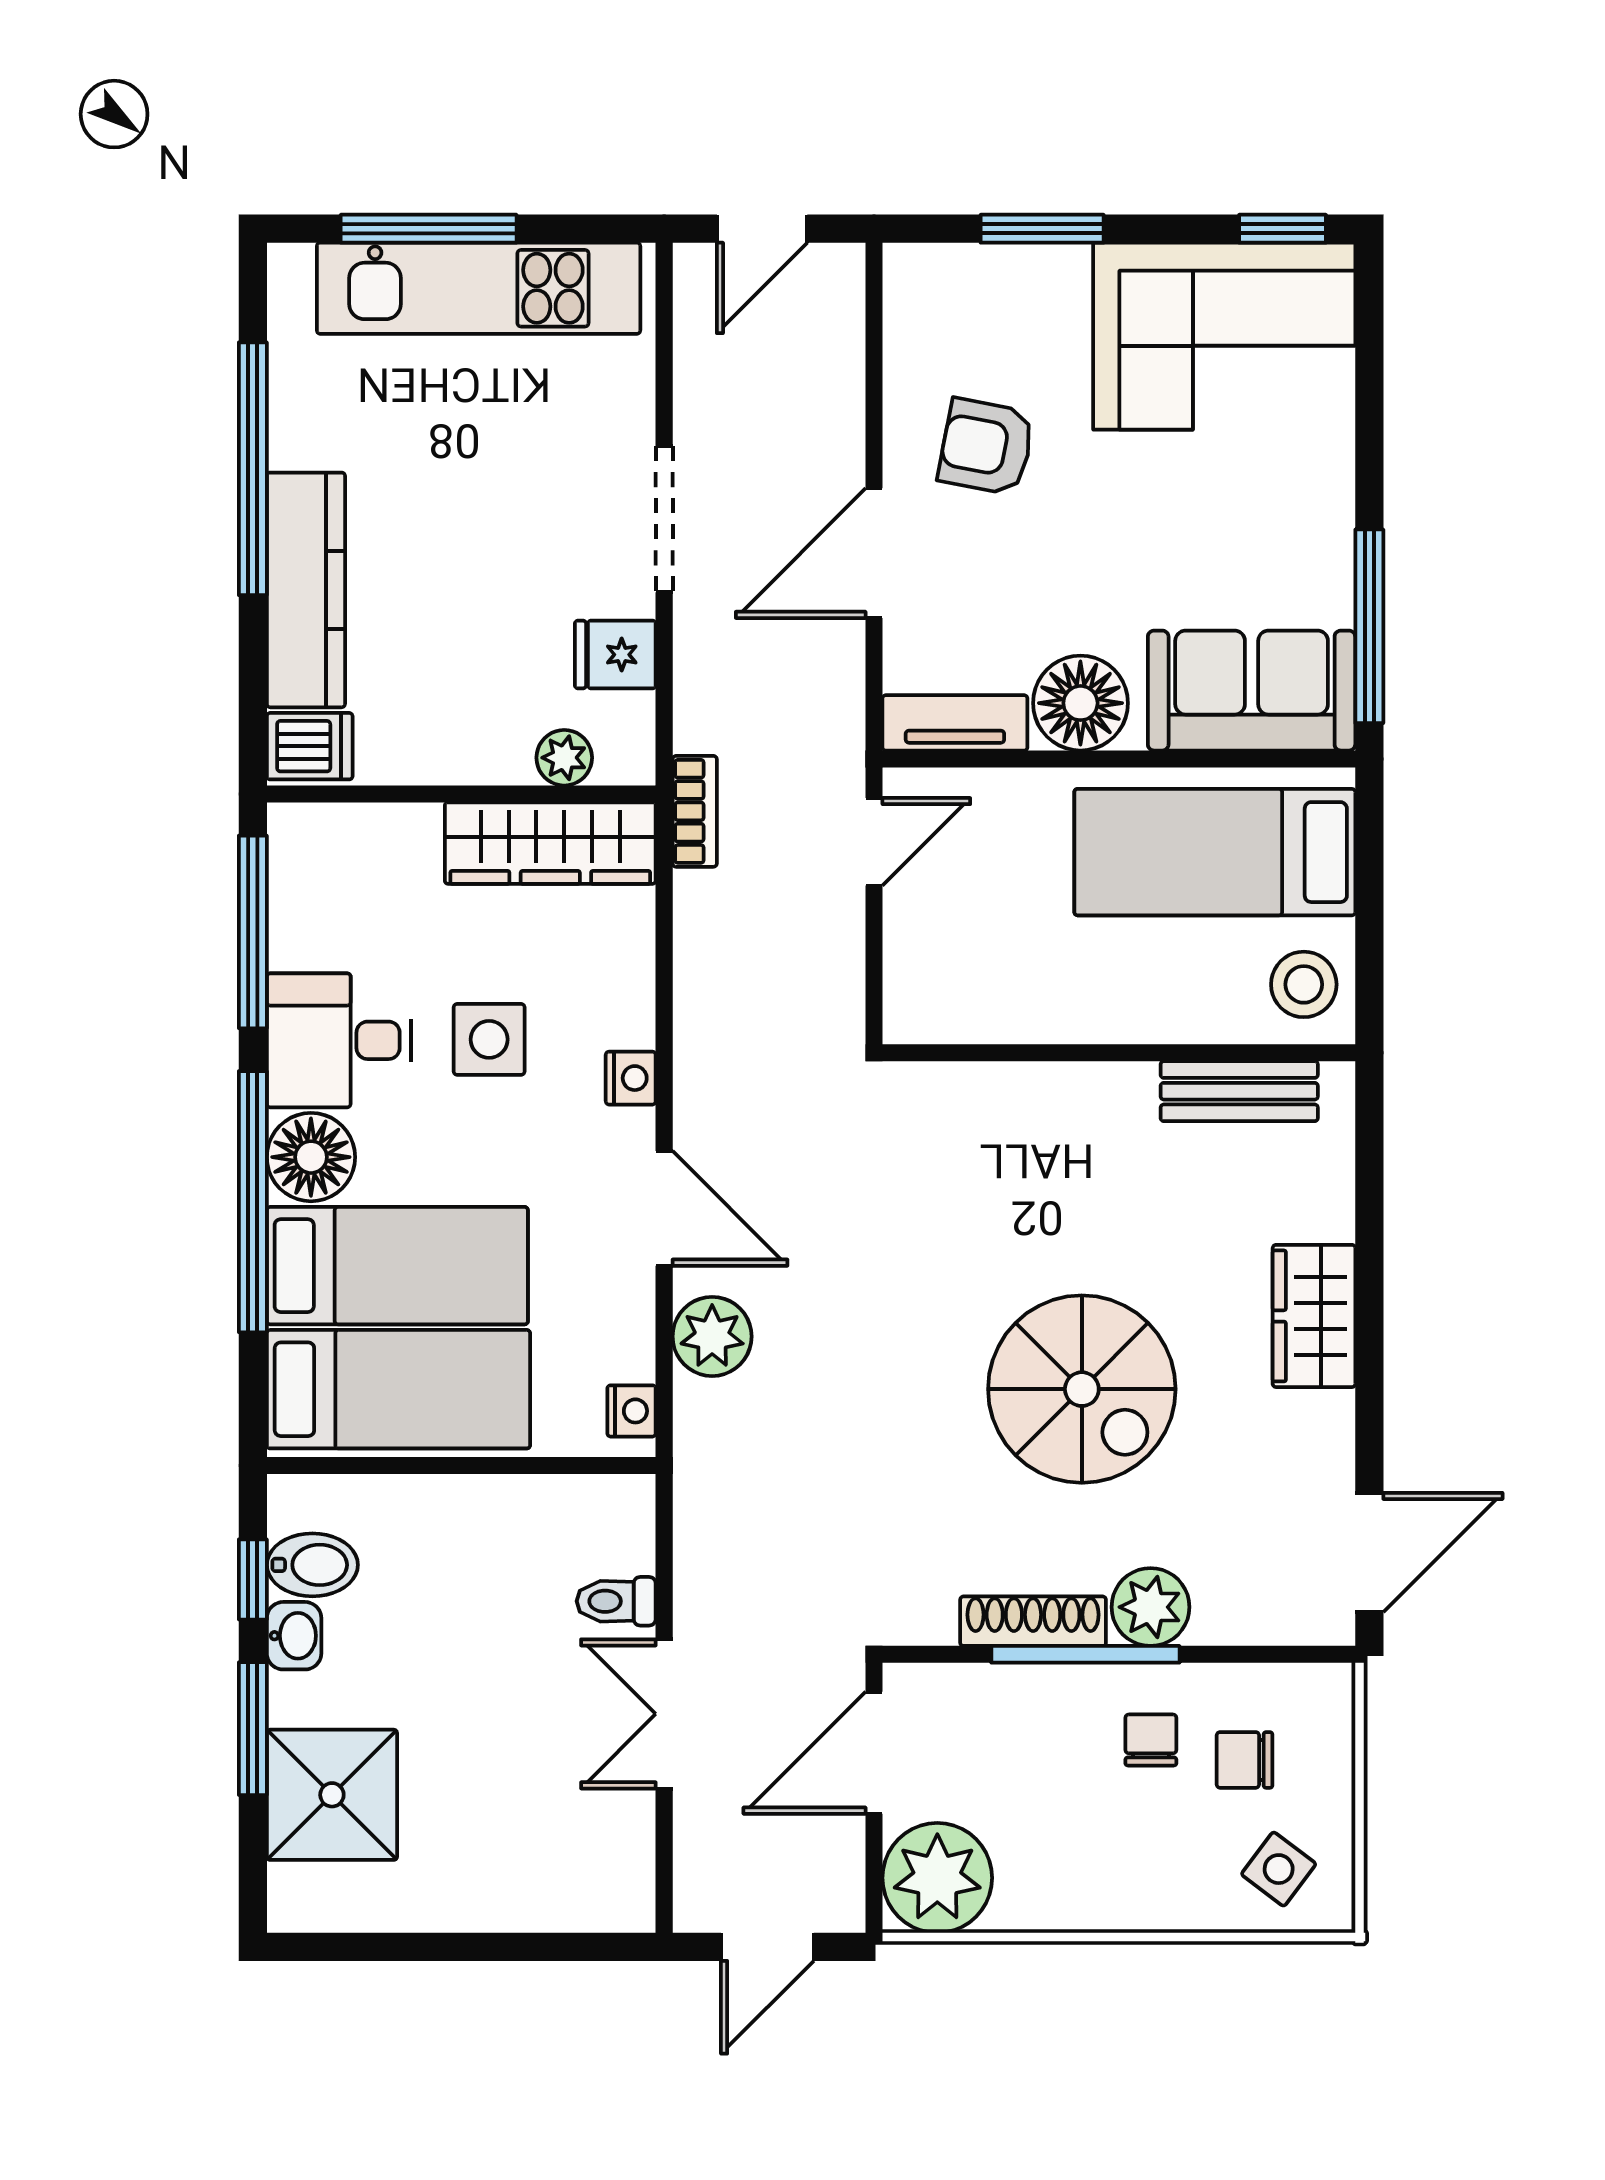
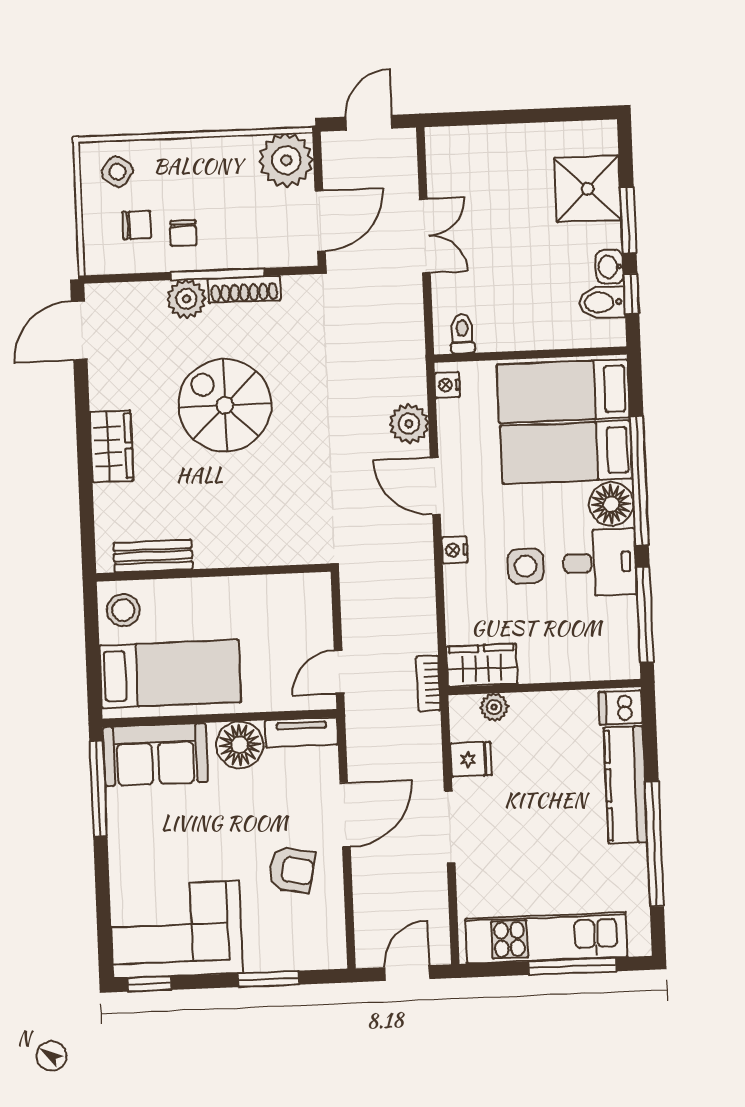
wardrobe: (550, 843) -> (482, 665), width x0.67
toilet: (616, 1601) -> (462, 334), moved, turned -90

